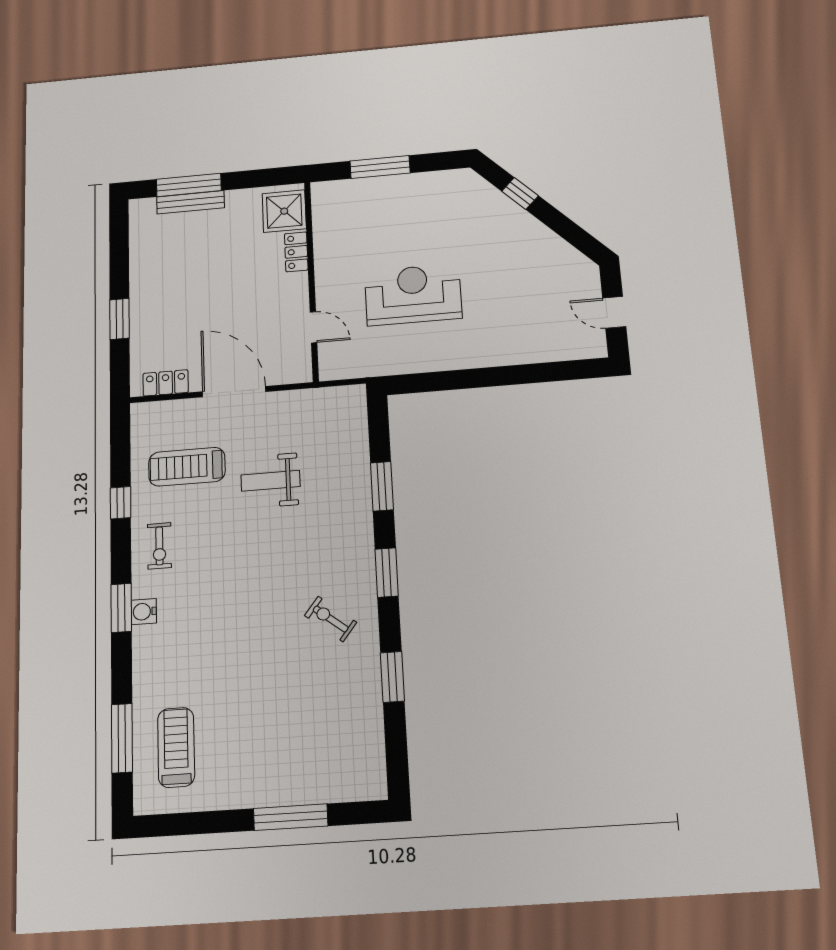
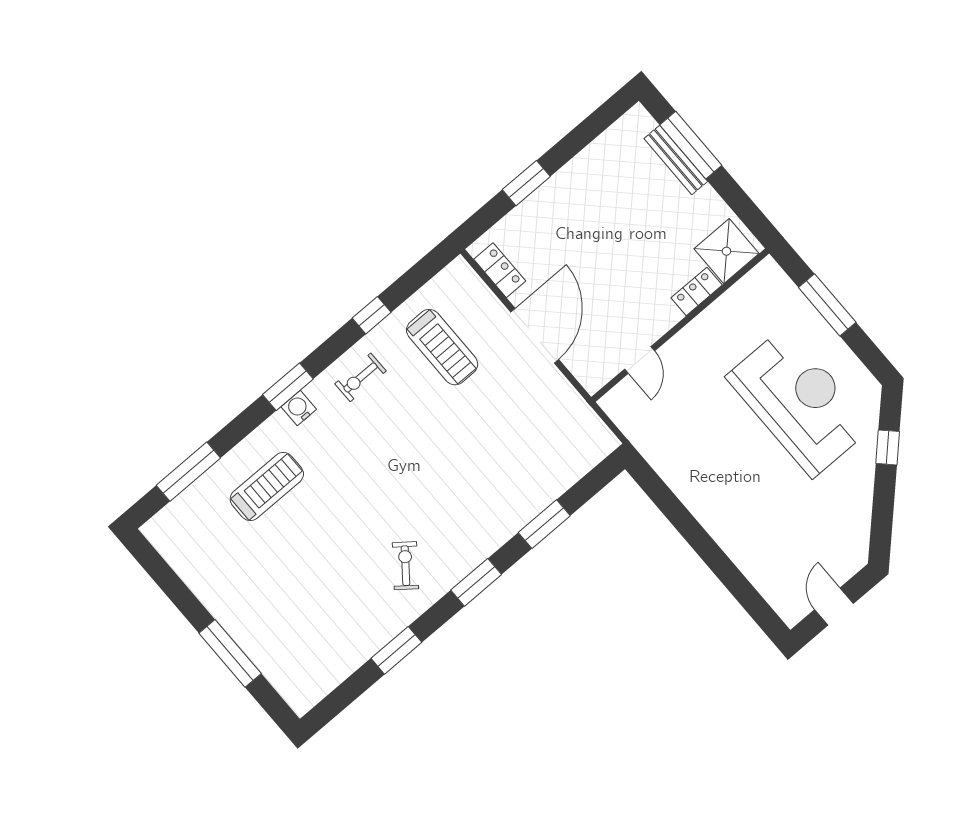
reception desk: (413, 295) -> (799, 402), moved, width x1.36, depth x1.30
treadmill: (187, 467) -> (442, 347), turned 180
weight bench: (271, 481) -> (482, 428), removed
treadmill: (176, 747) -> (267, 486), moved

